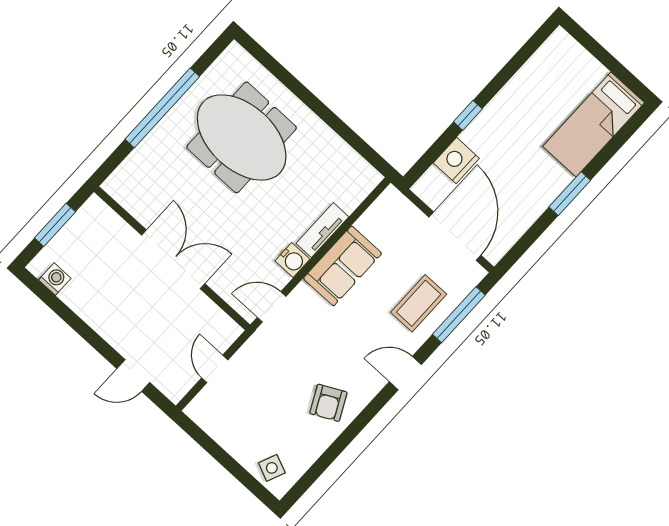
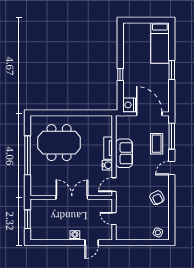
nightstand: (456, 161) -> (129, 105), moved
washing machine: (55, 279) -> (75, 235), moved

